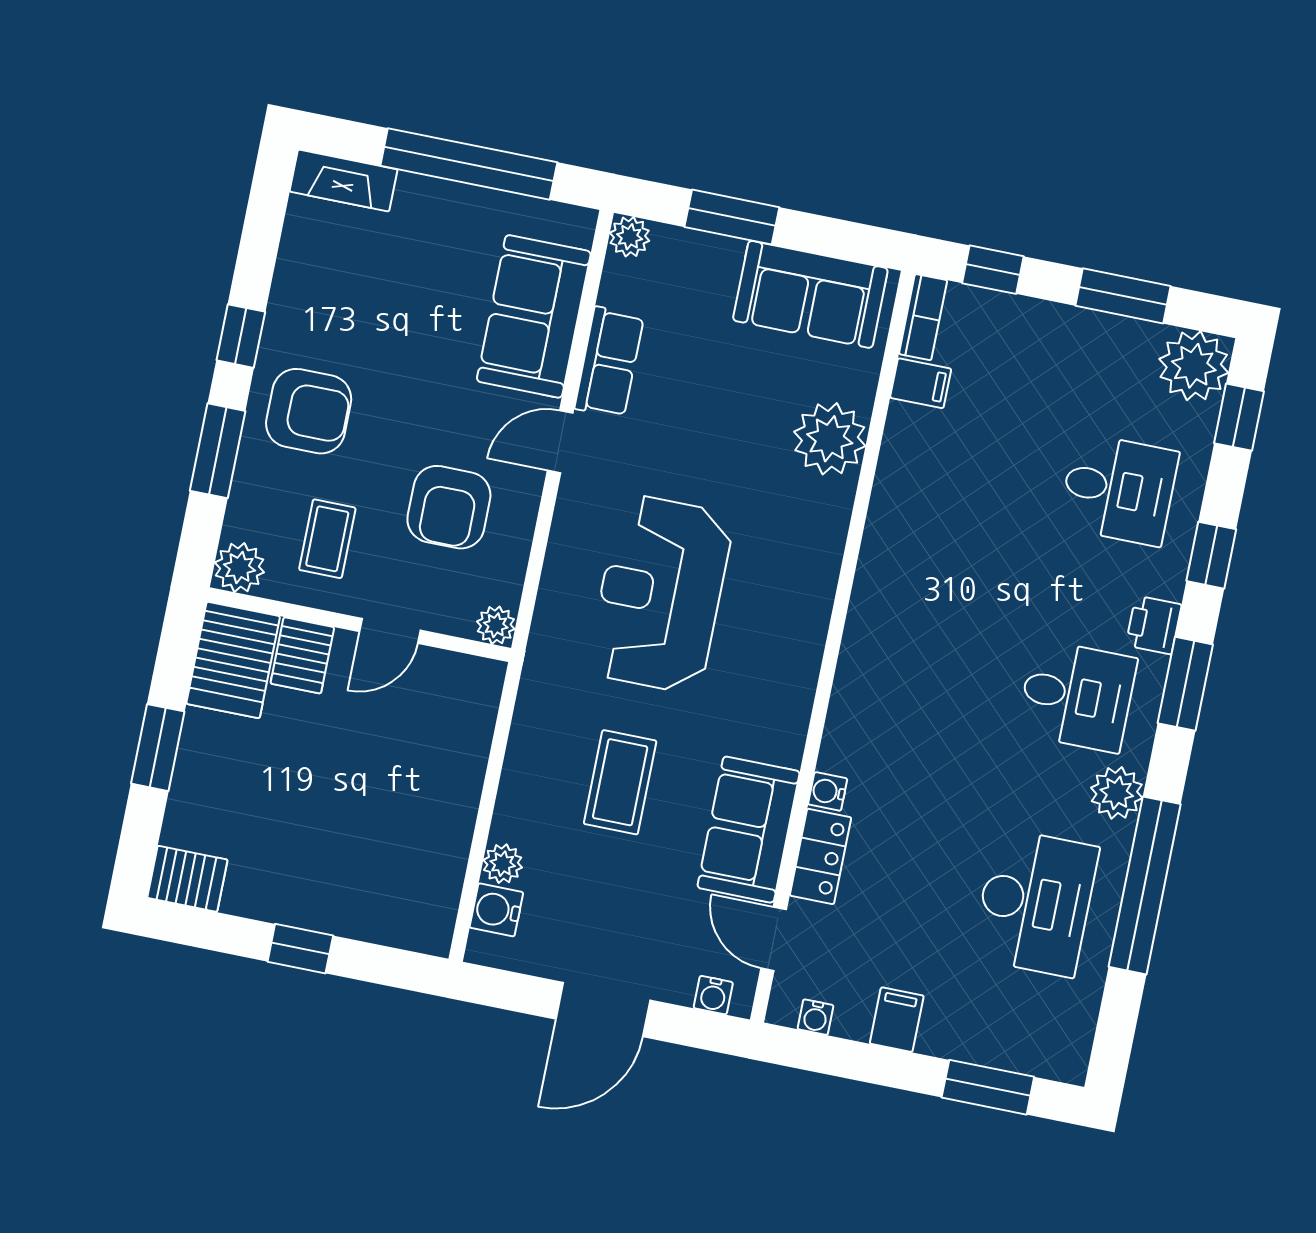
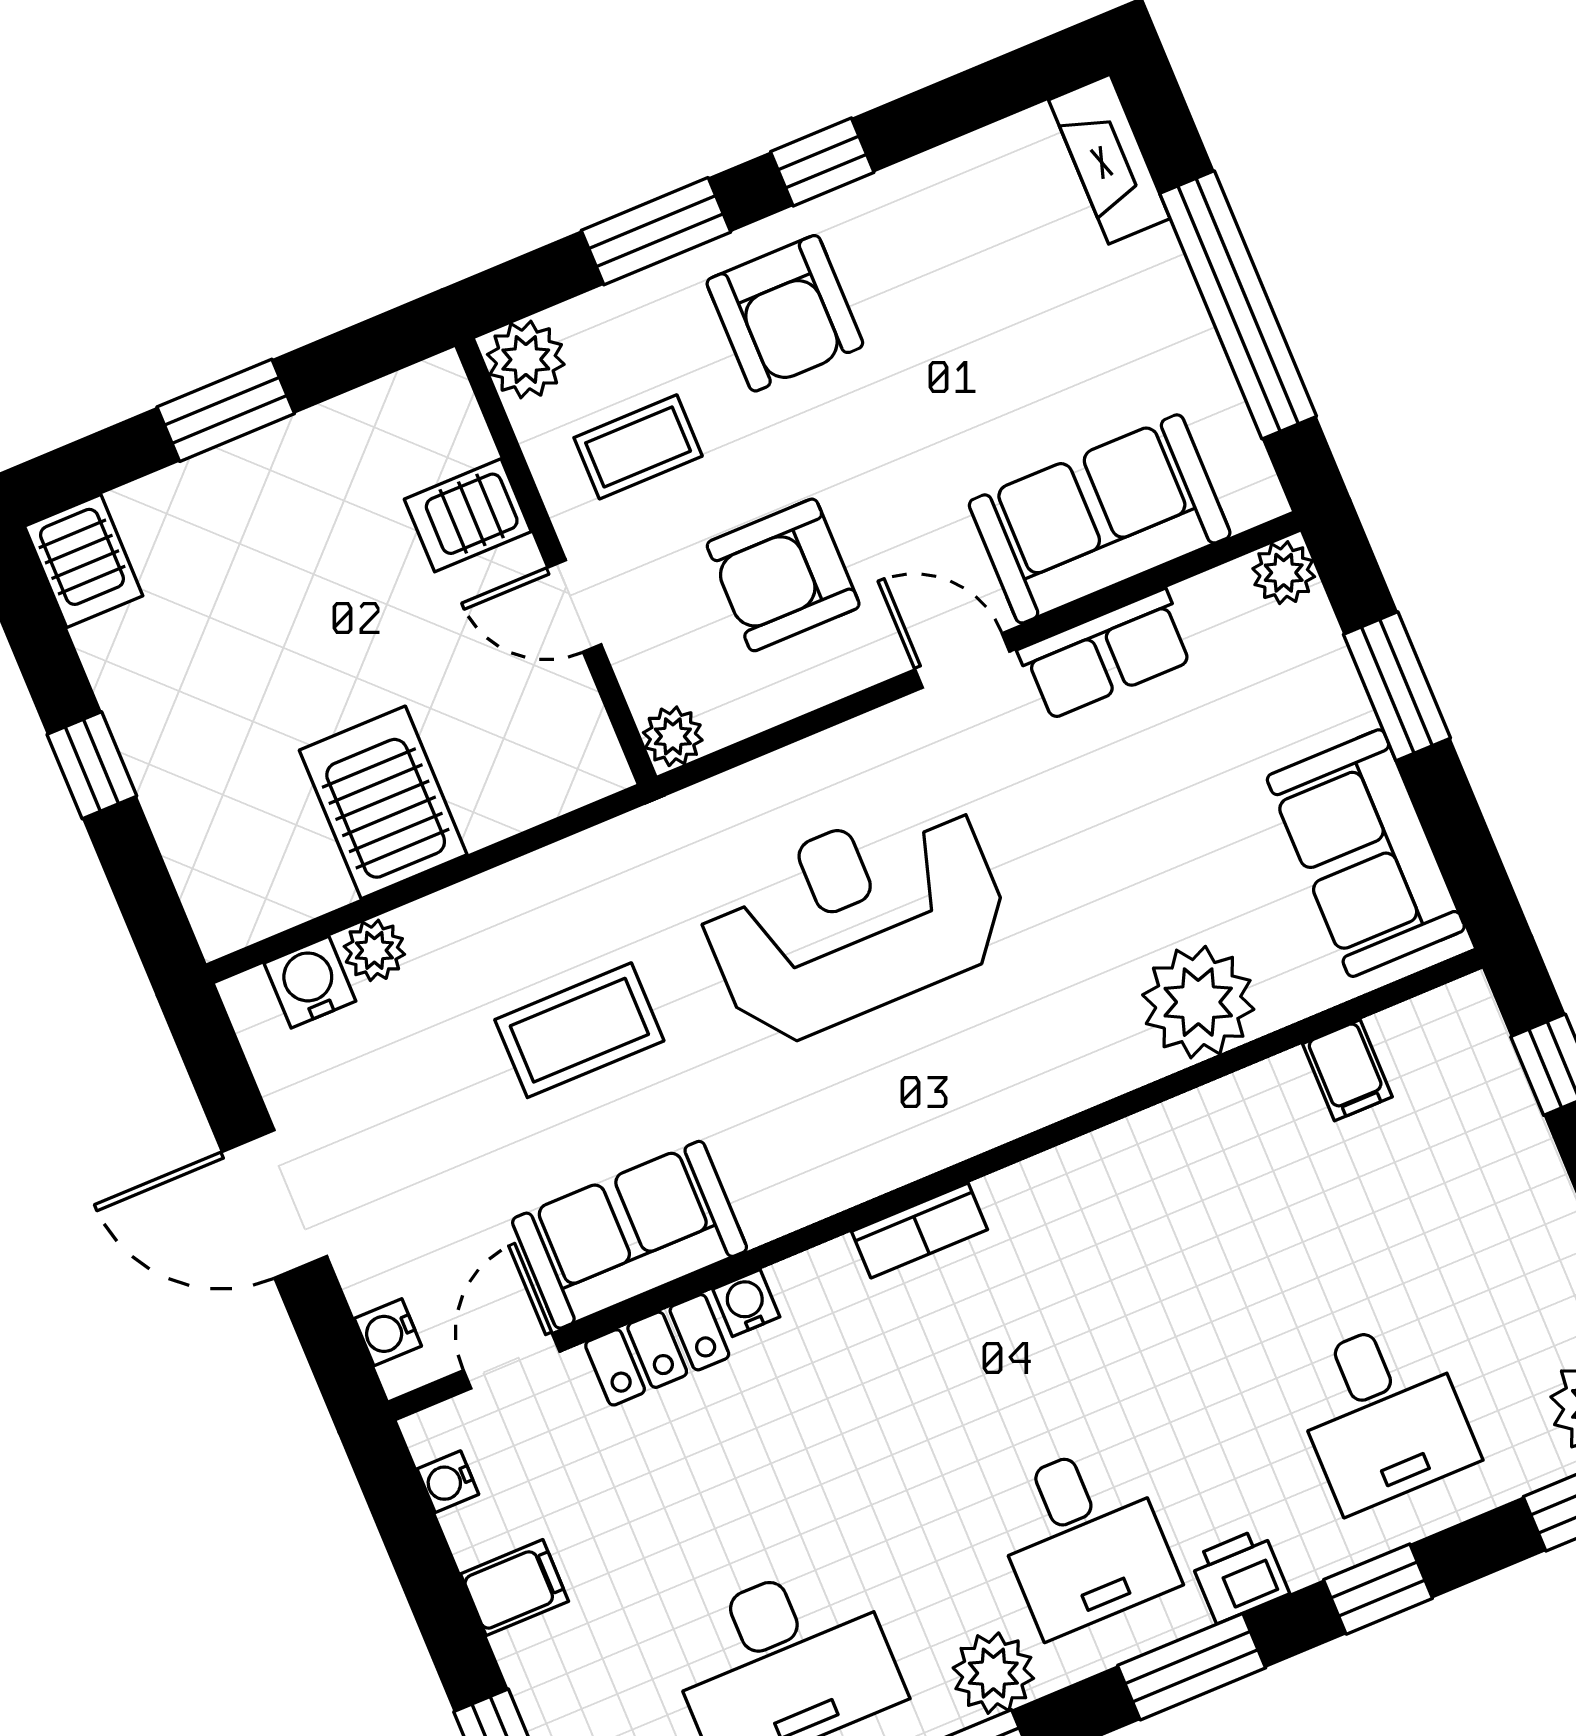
bookcase: (923, 317) -> (920, 1230), moved
server rack: (233, 660) -> (383, 802), moved, turned 90

